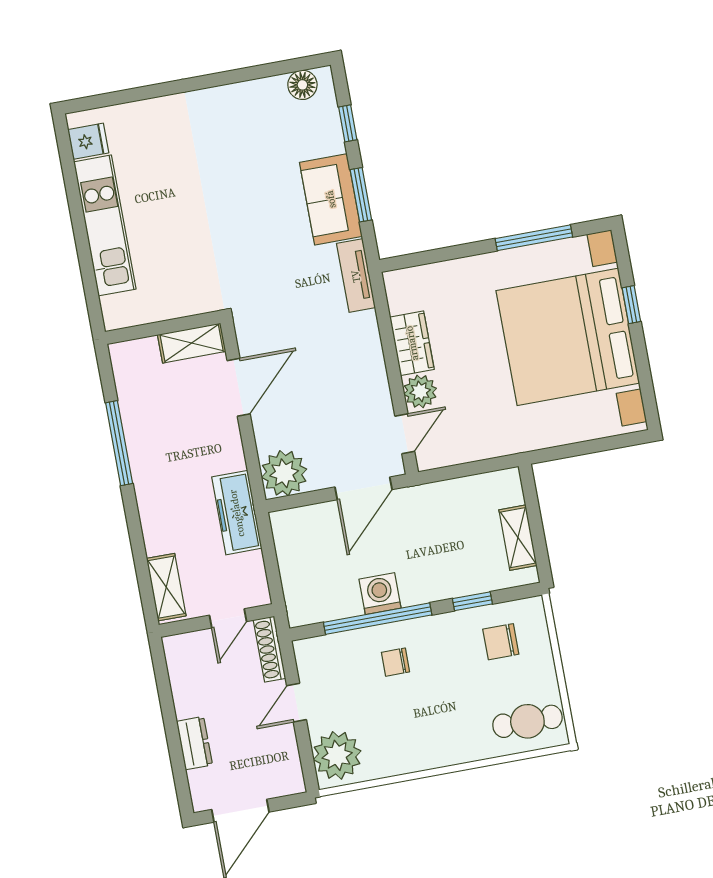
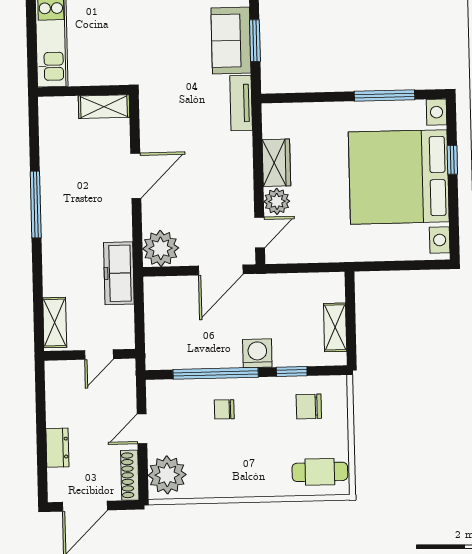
wall: (163, 327) -> (83, 91), moved
shelving: (192, 343) -> (104, 107), moved
washing machine: (380, 594) -> (257, 353), moved
shoe rack: (270, 649) -> (130, 475), moved

